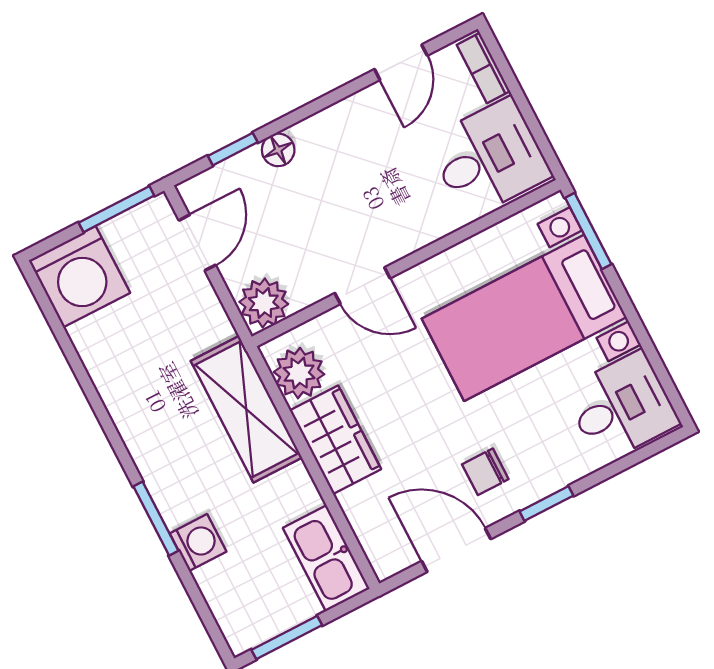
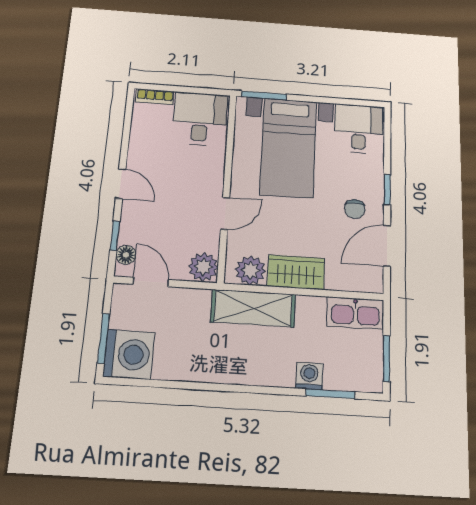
door: (401, 62) -> (121, 184), moved
floor lamp: (278, 150) -> (126, 255), moved
window: (116, 209) -> (103, 339), moved
window: (156, 519) -> (330, 394), moved

